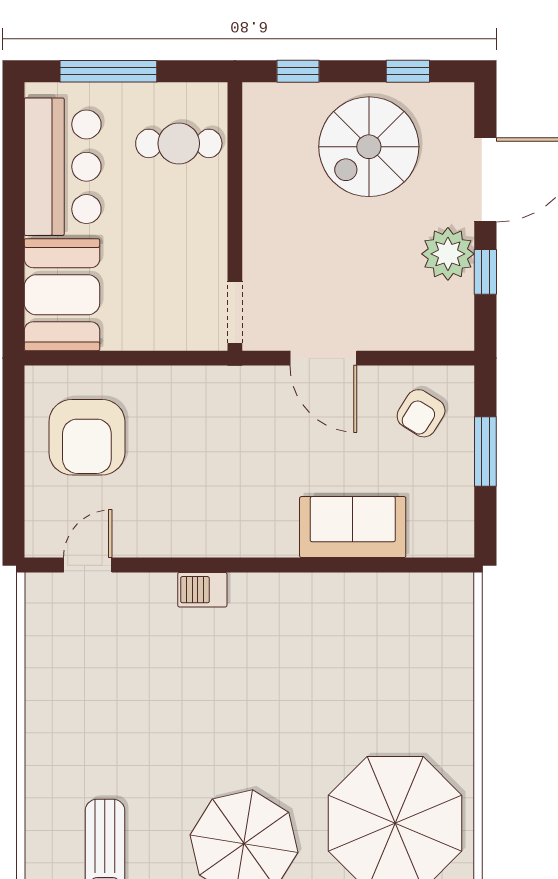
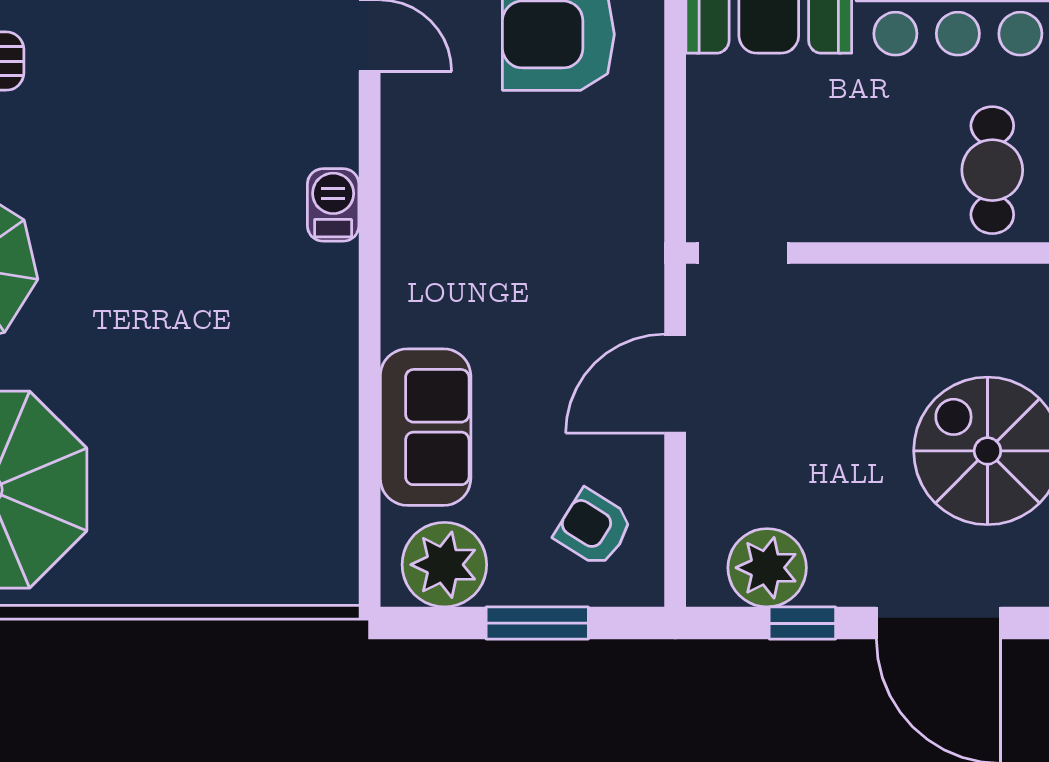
plant: (448, 254) -> (767, 568), moved
plant: (446, 514) -> (444, 565), added

